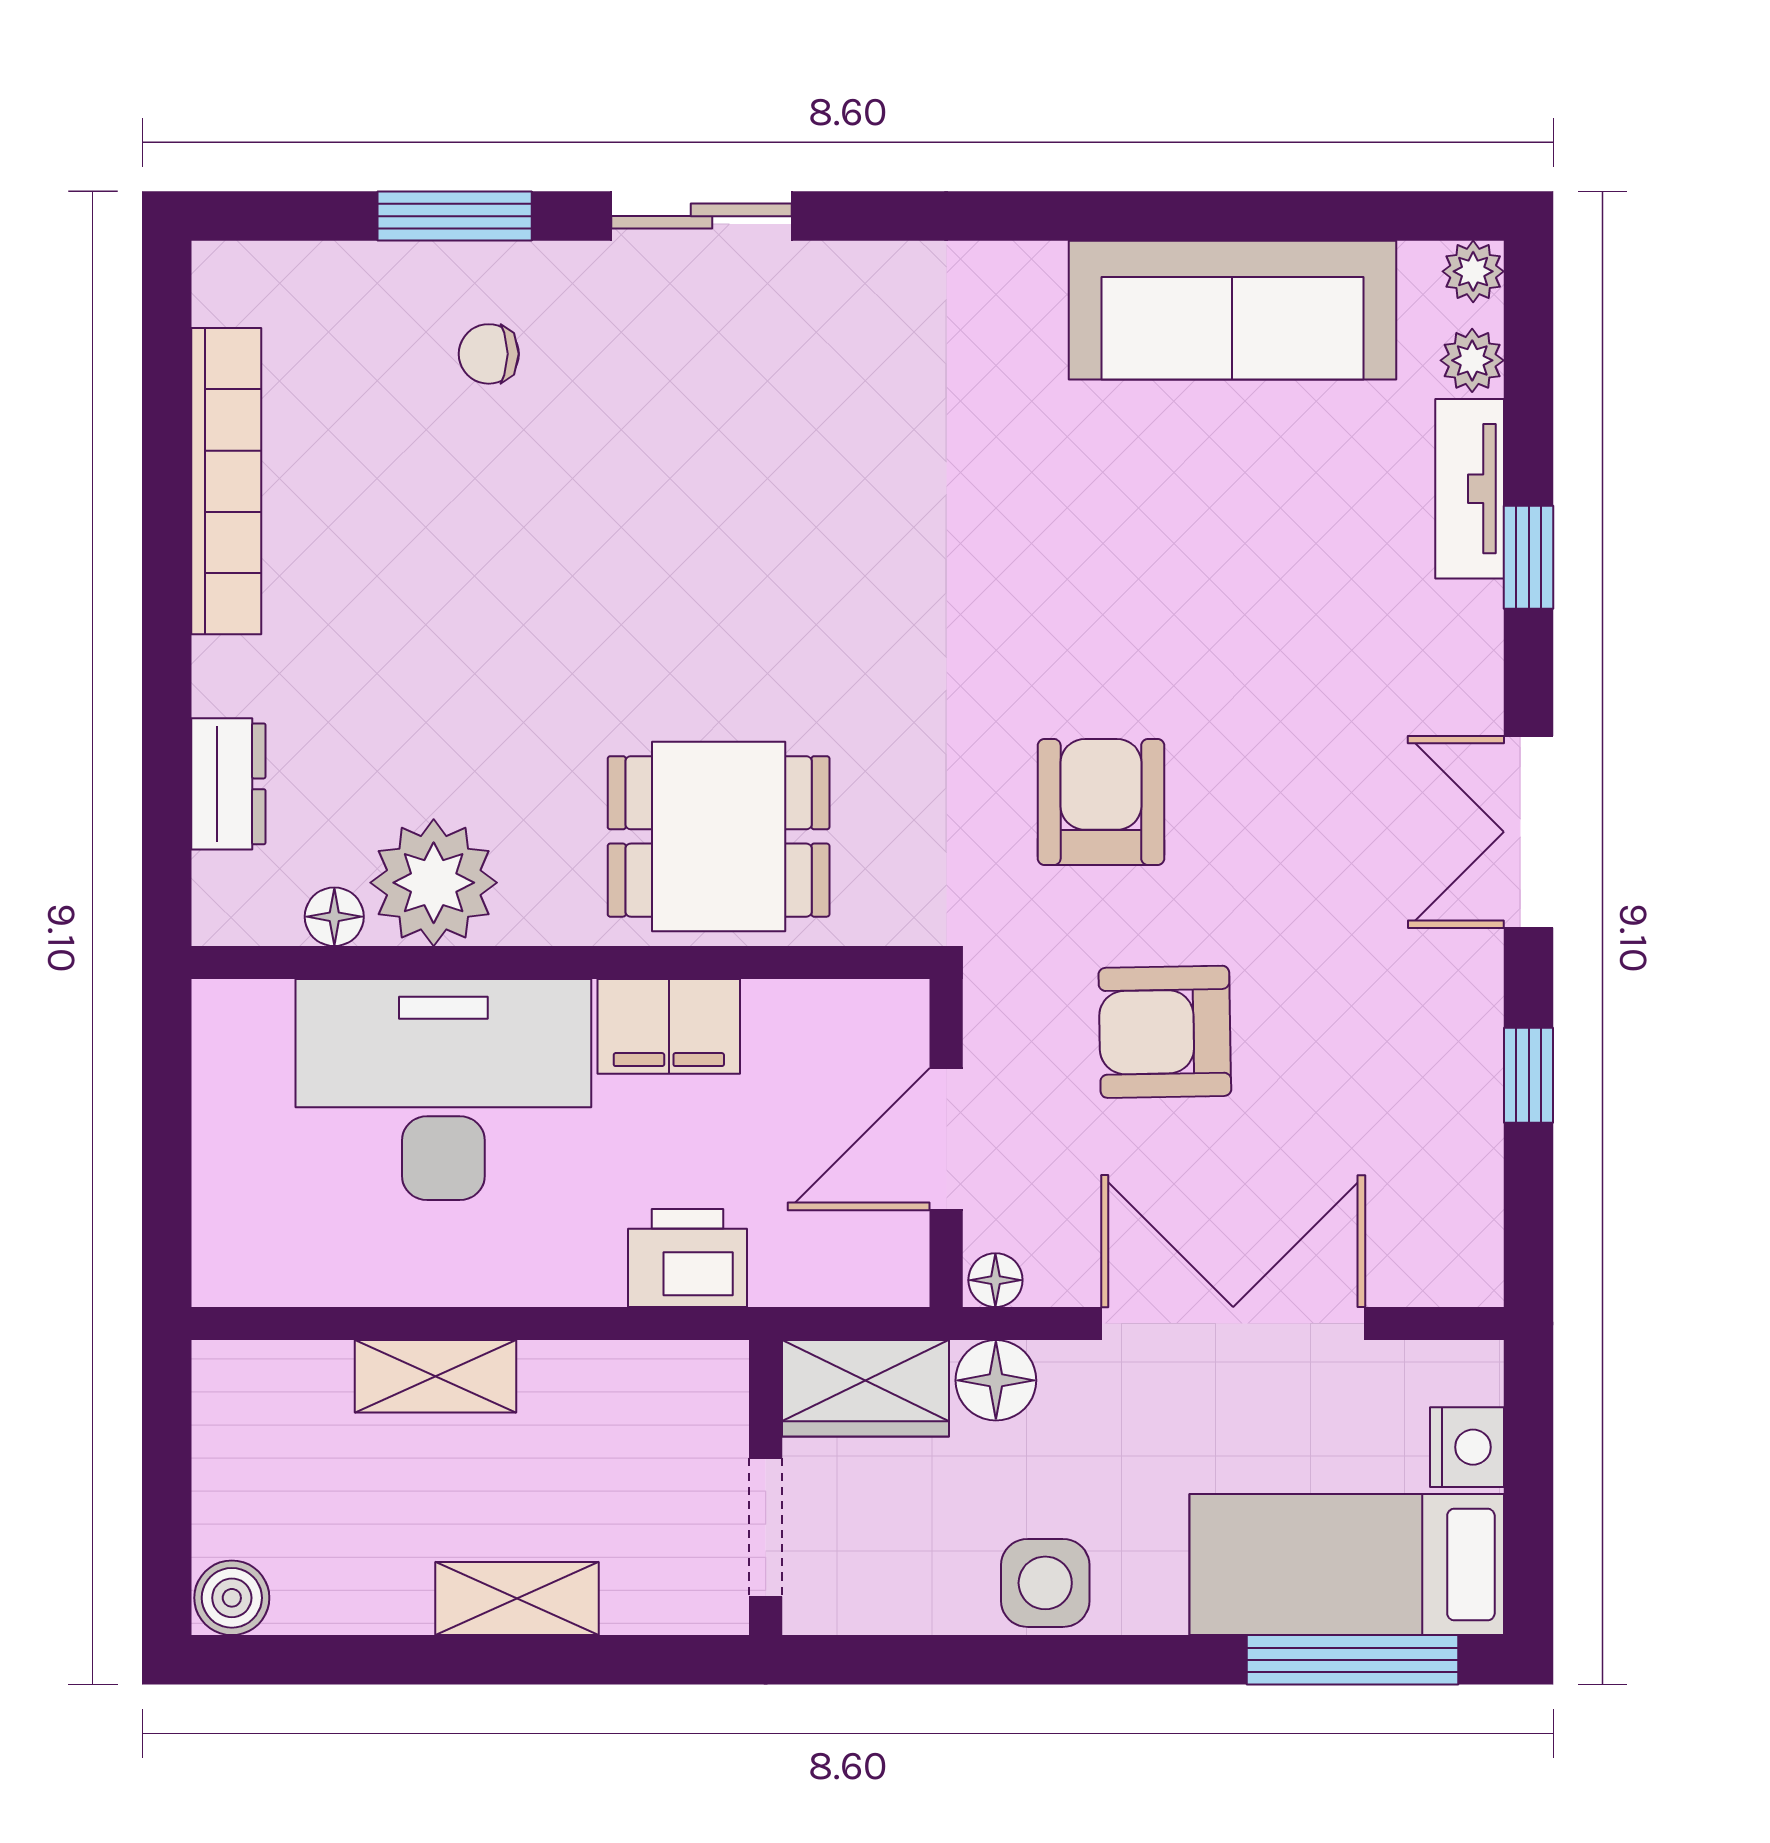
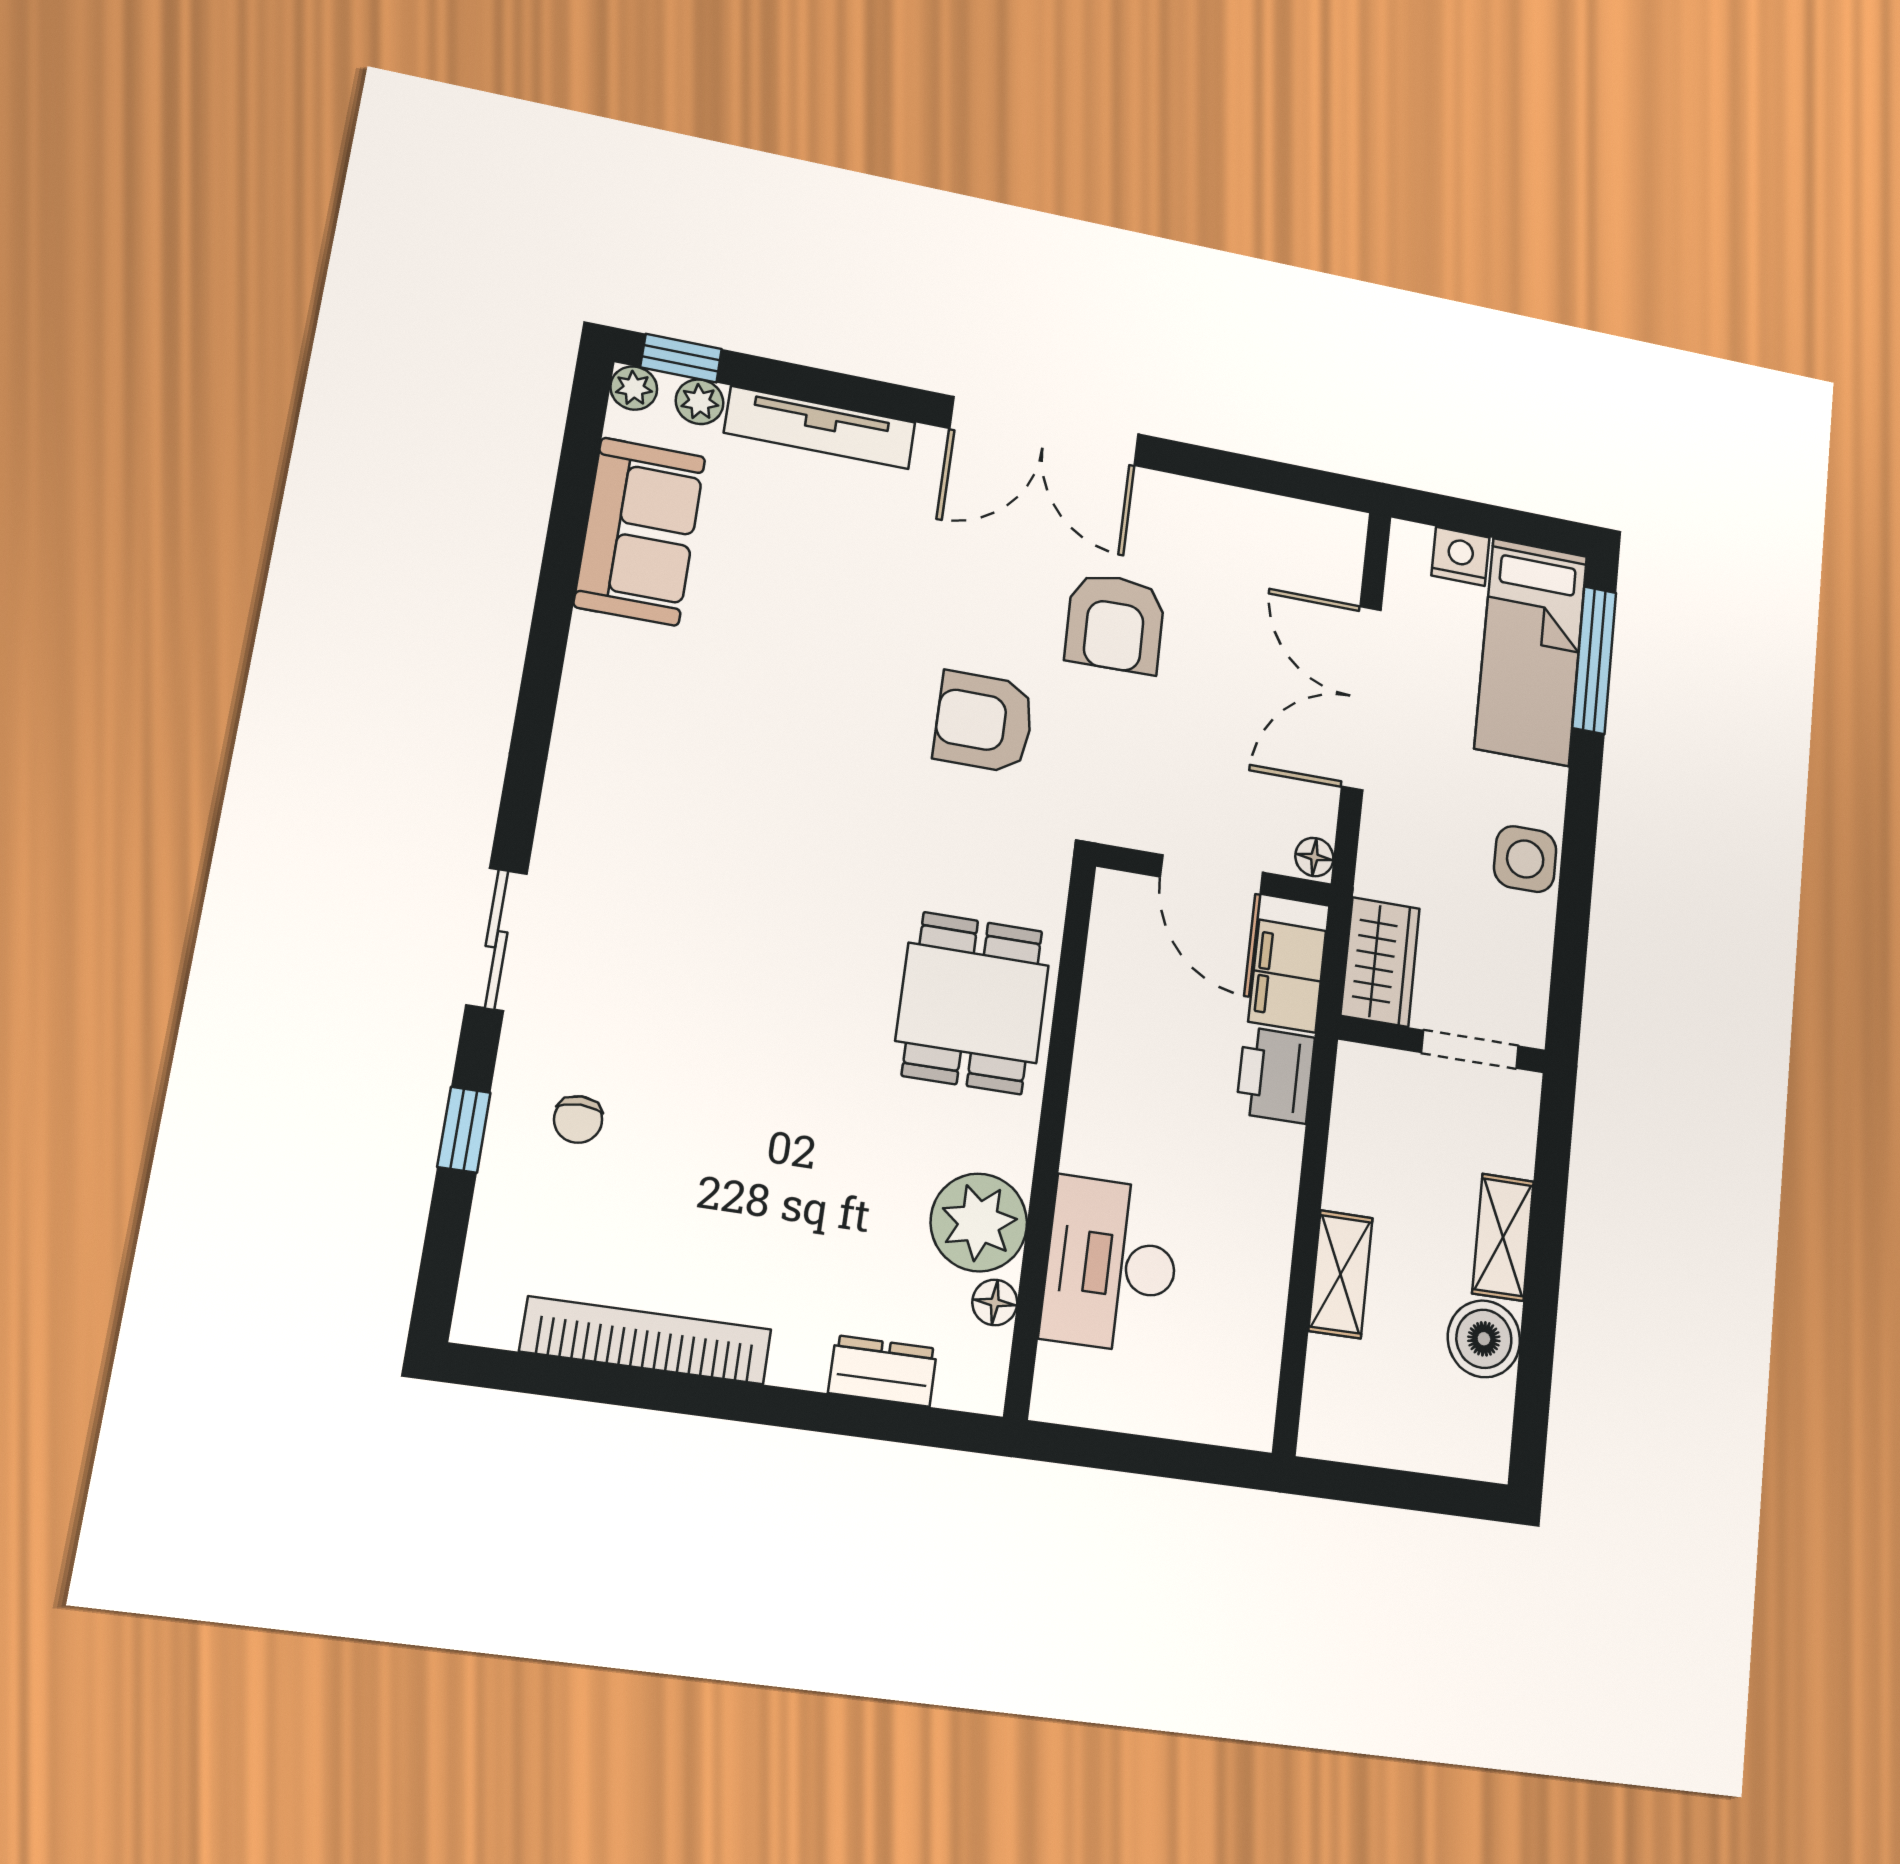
window: (455, 216) -> (464, 1130), width x0.67
sofa: (1232, 310) -> (640, 531), width x0.73
tv unit: (1470, 489) -> (820, 428), width x1.41
window: (1529, 557) -> (681, 358), moved
double door: (1529, 832) -> (1044, 431), width x1.37
filing cabinet: (669, 1026) -> (1287, 976), moved, turned 180
armchair: (1165, 1032) -> (1115, 623), moved
window: (1529, 1075) -> (1213, 465), removed
desk: (443, 1090) -> (1111, 1265), width x0.73, depth x0.77
floor lamp: (996, 1380) -> (1384, 869), removed
boiler: (232, 1598) -> (1484, 1339), moved, width x1.36, depth x1.36

